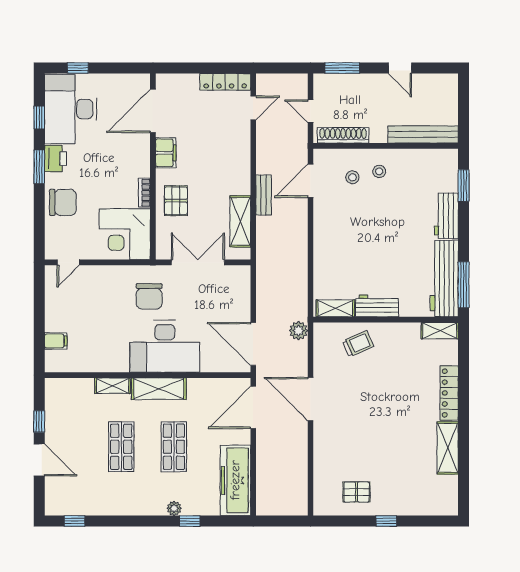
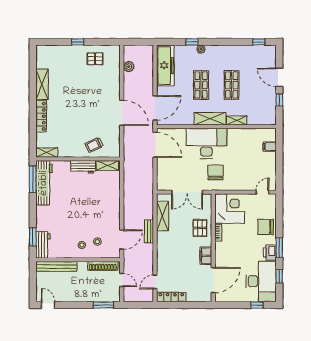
door: (400, 68) -> (48, 305), moved
workbench: (446, 216) -> (43, 245), moved
plant: (298, 331) -> (129, 67), moved

